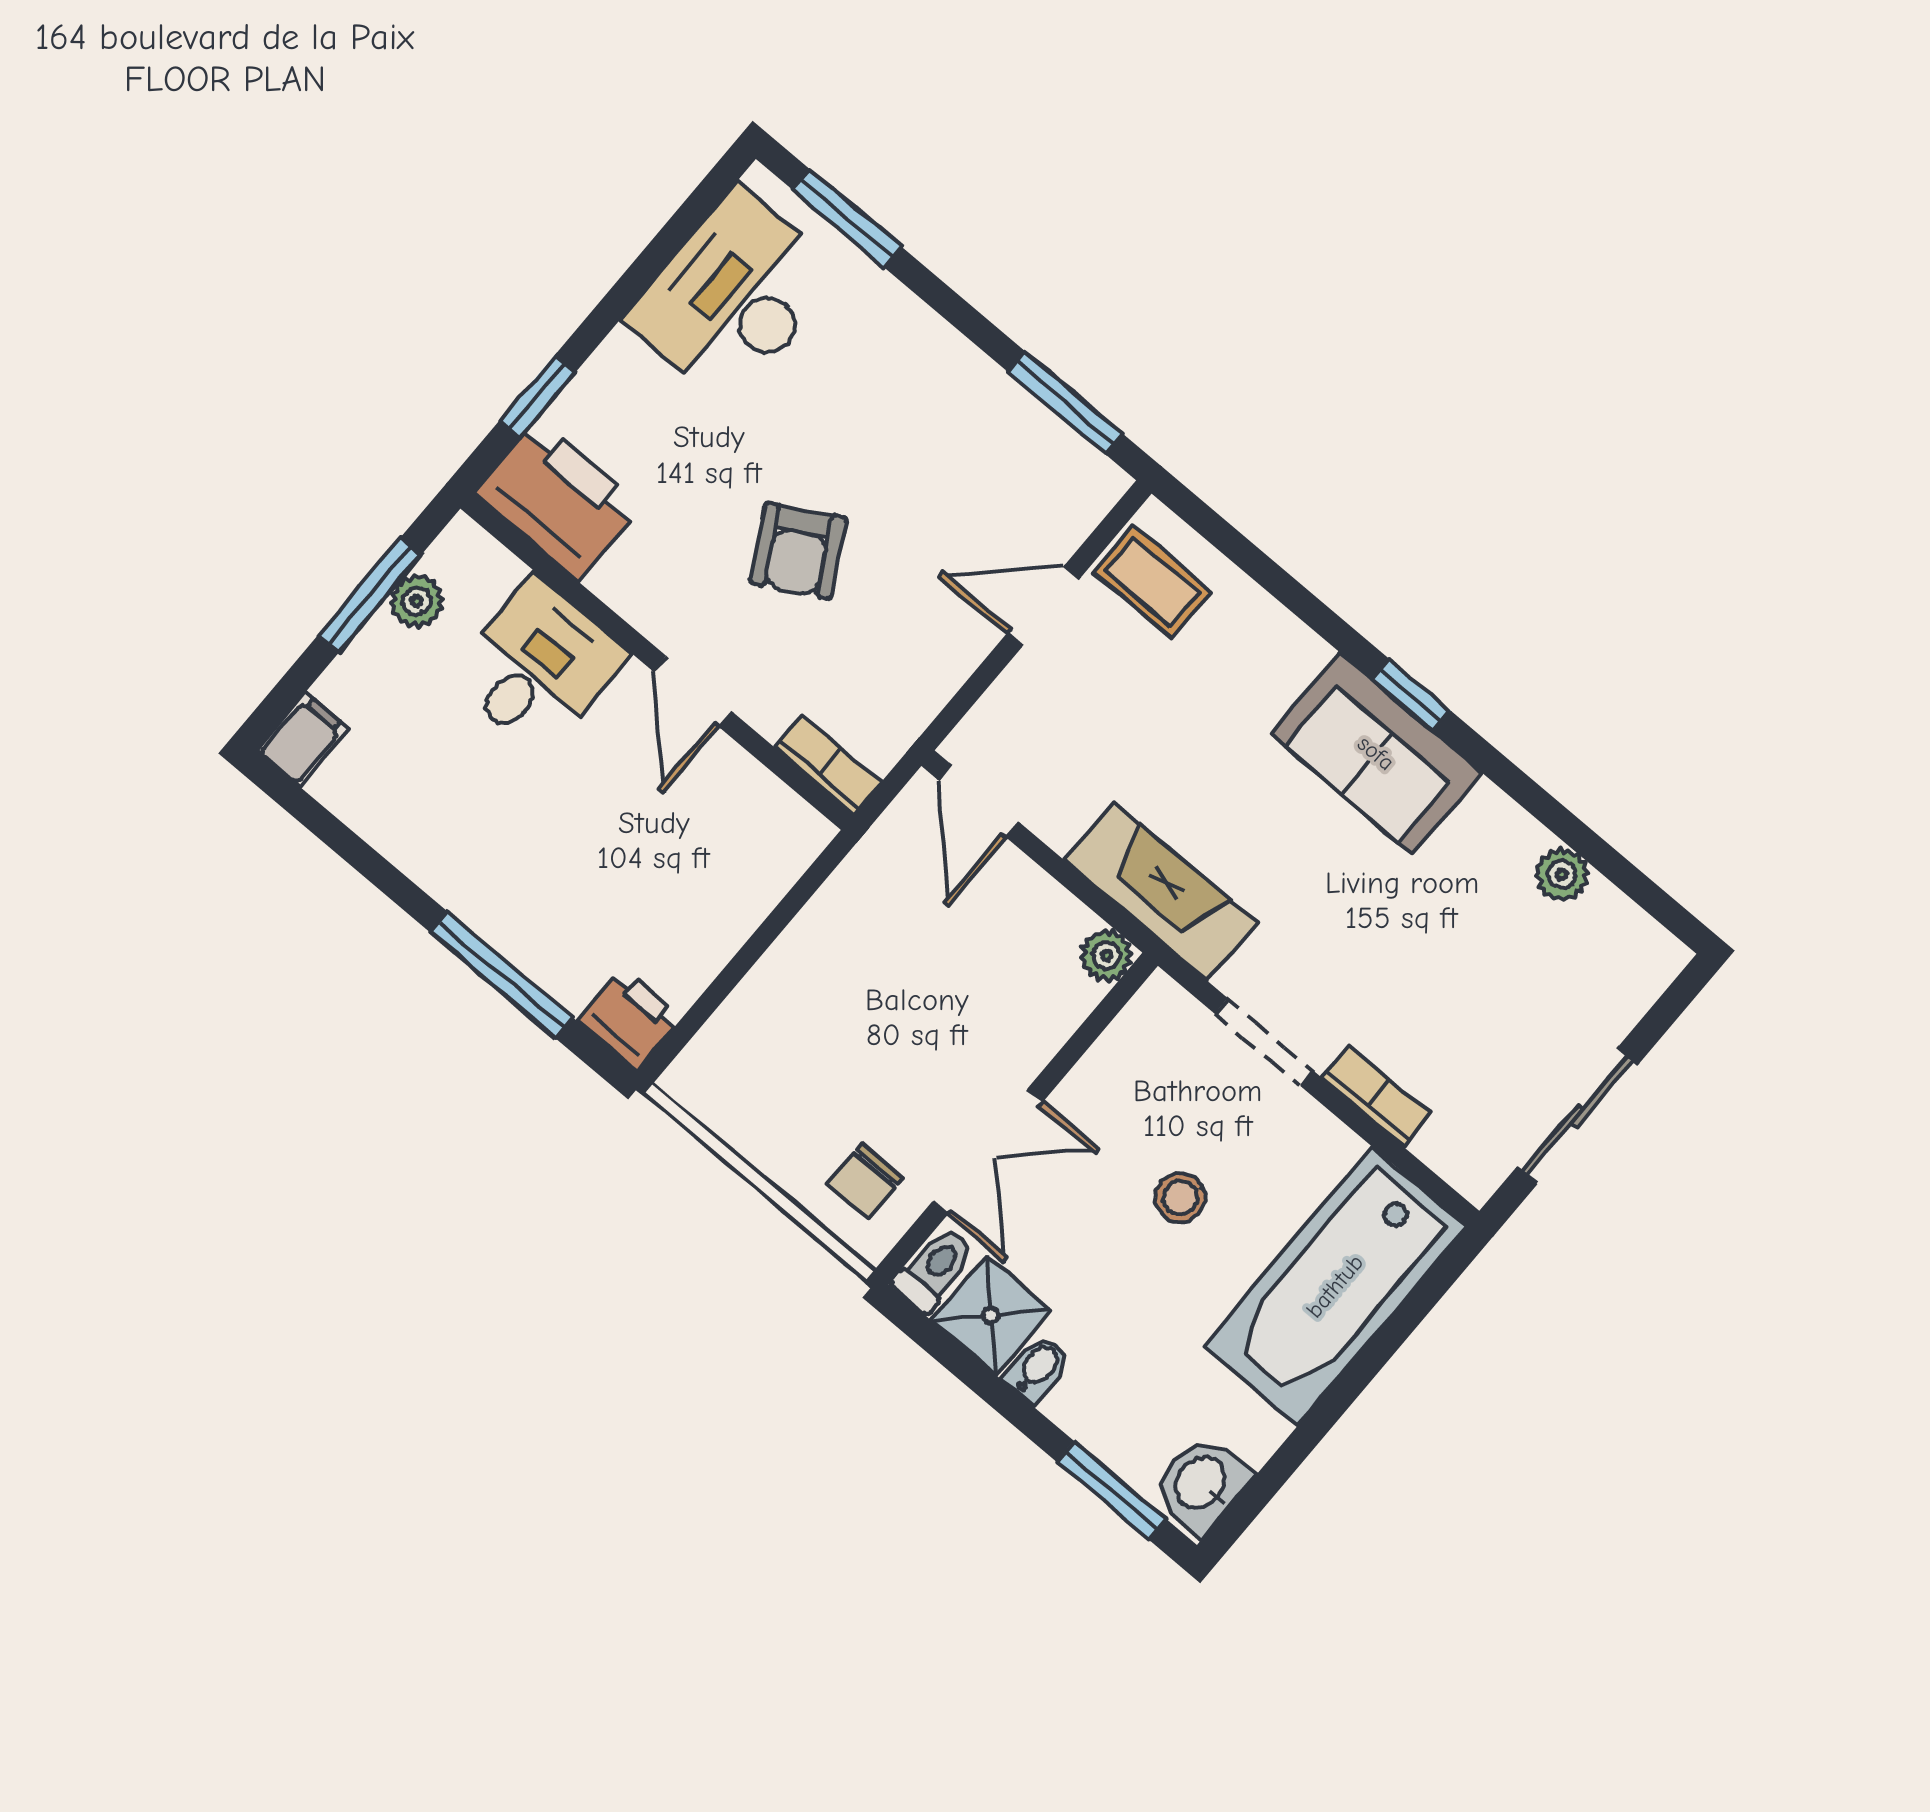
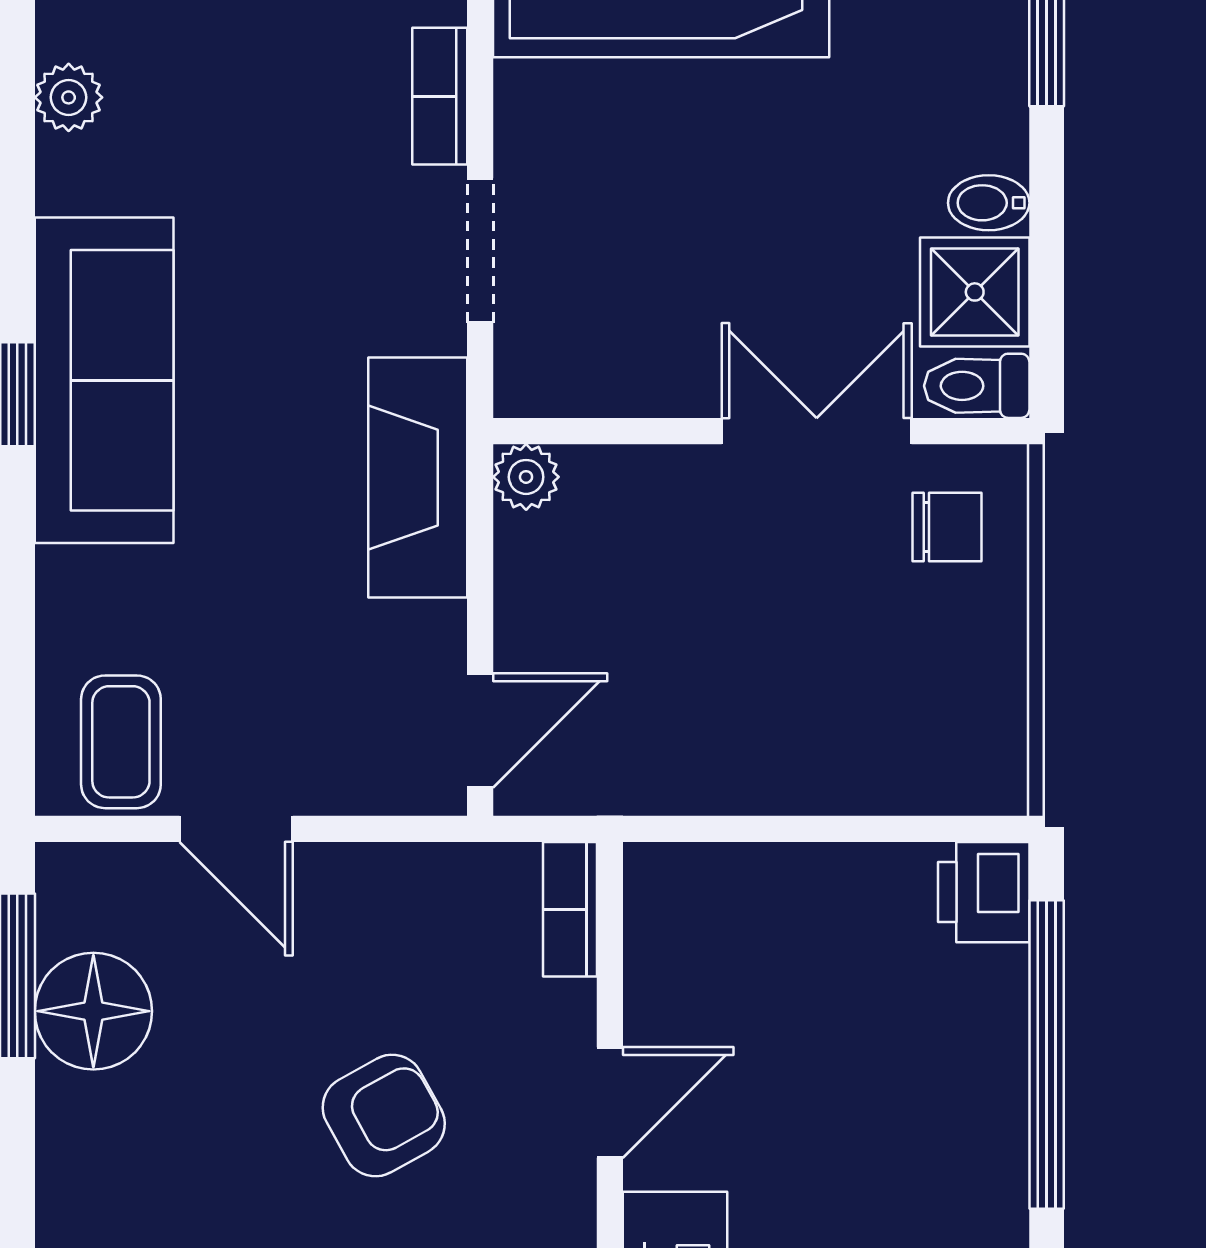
floor lamp: (1006, 430) -> (93, 1011), added
sofa: (1376, 753) -> (104, 380), width x1.36
window: (502, 975) -> (1047, 1055), width x1.46
stool: (1180, 1198) -> (702, 204), removed

